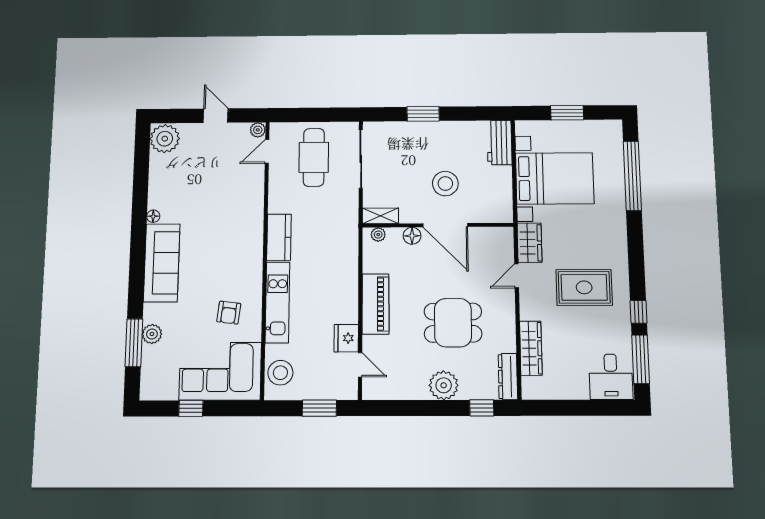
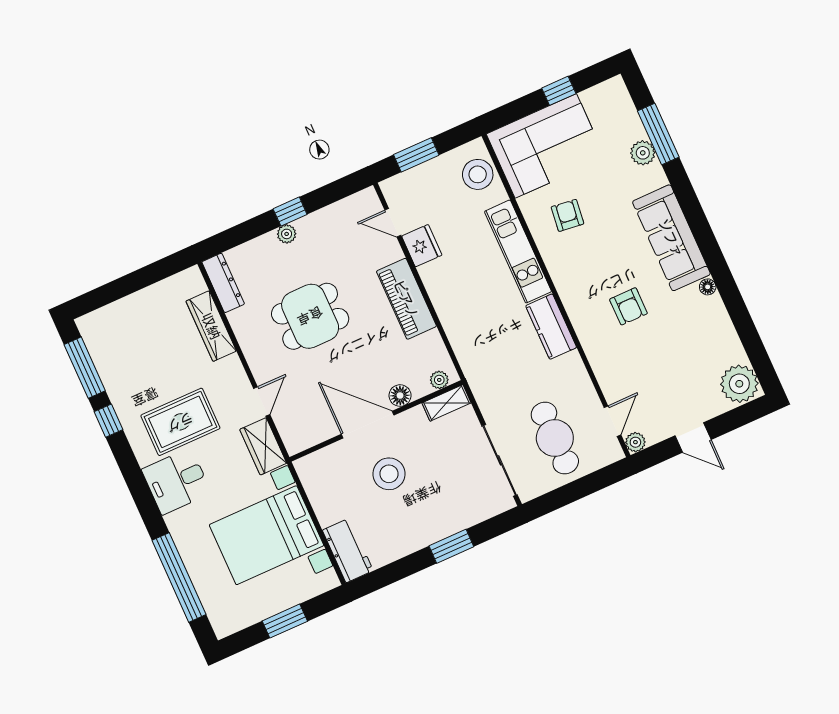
armchair: (216, 227) -> (628, 306), added
desk: (611, 377) -> (176, 481), moved, turned -90
plant: (444, 385) -> (287, 234), width x0.53, depth x0.53
window: (482, 408) -> (290, 212), moved

